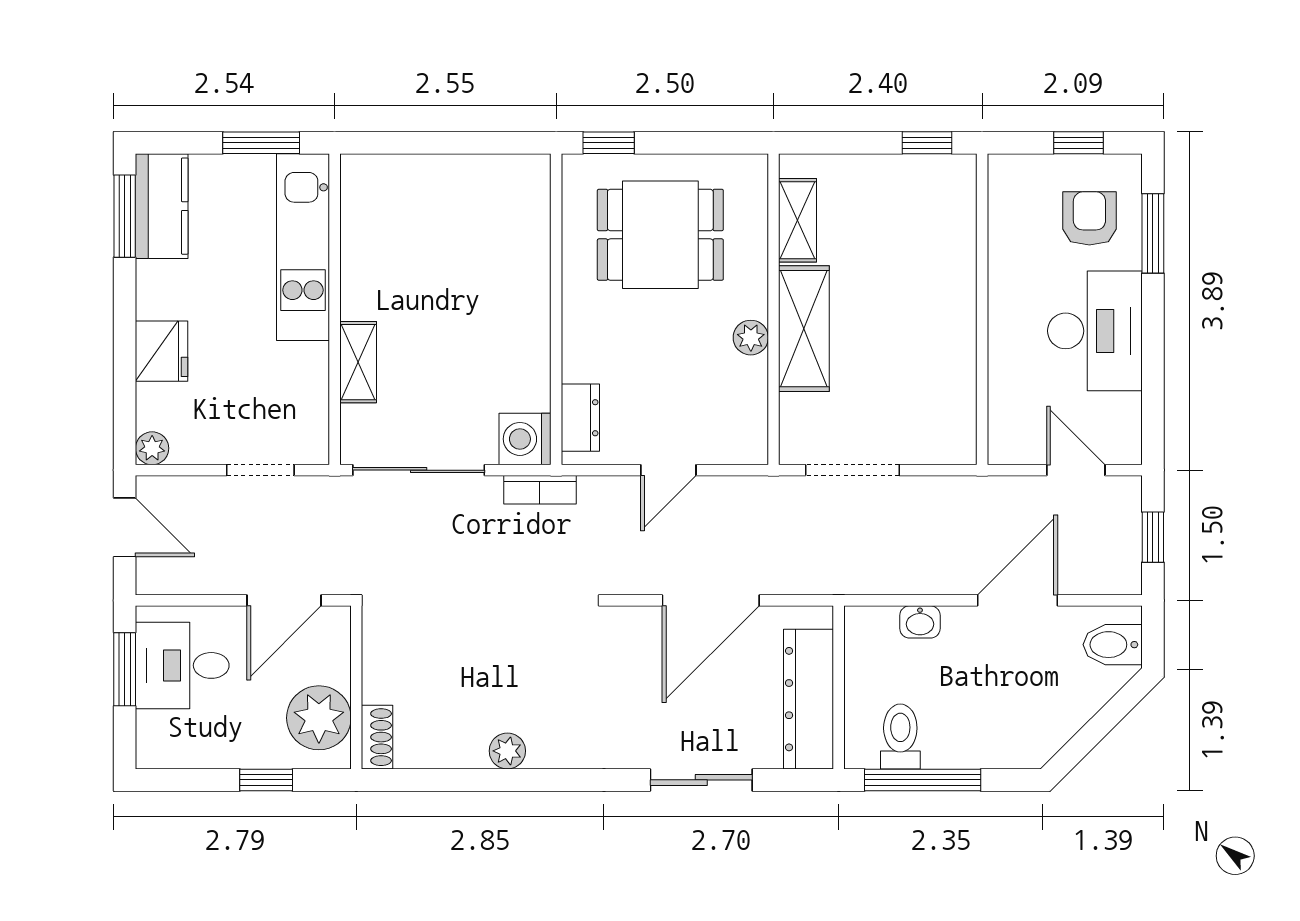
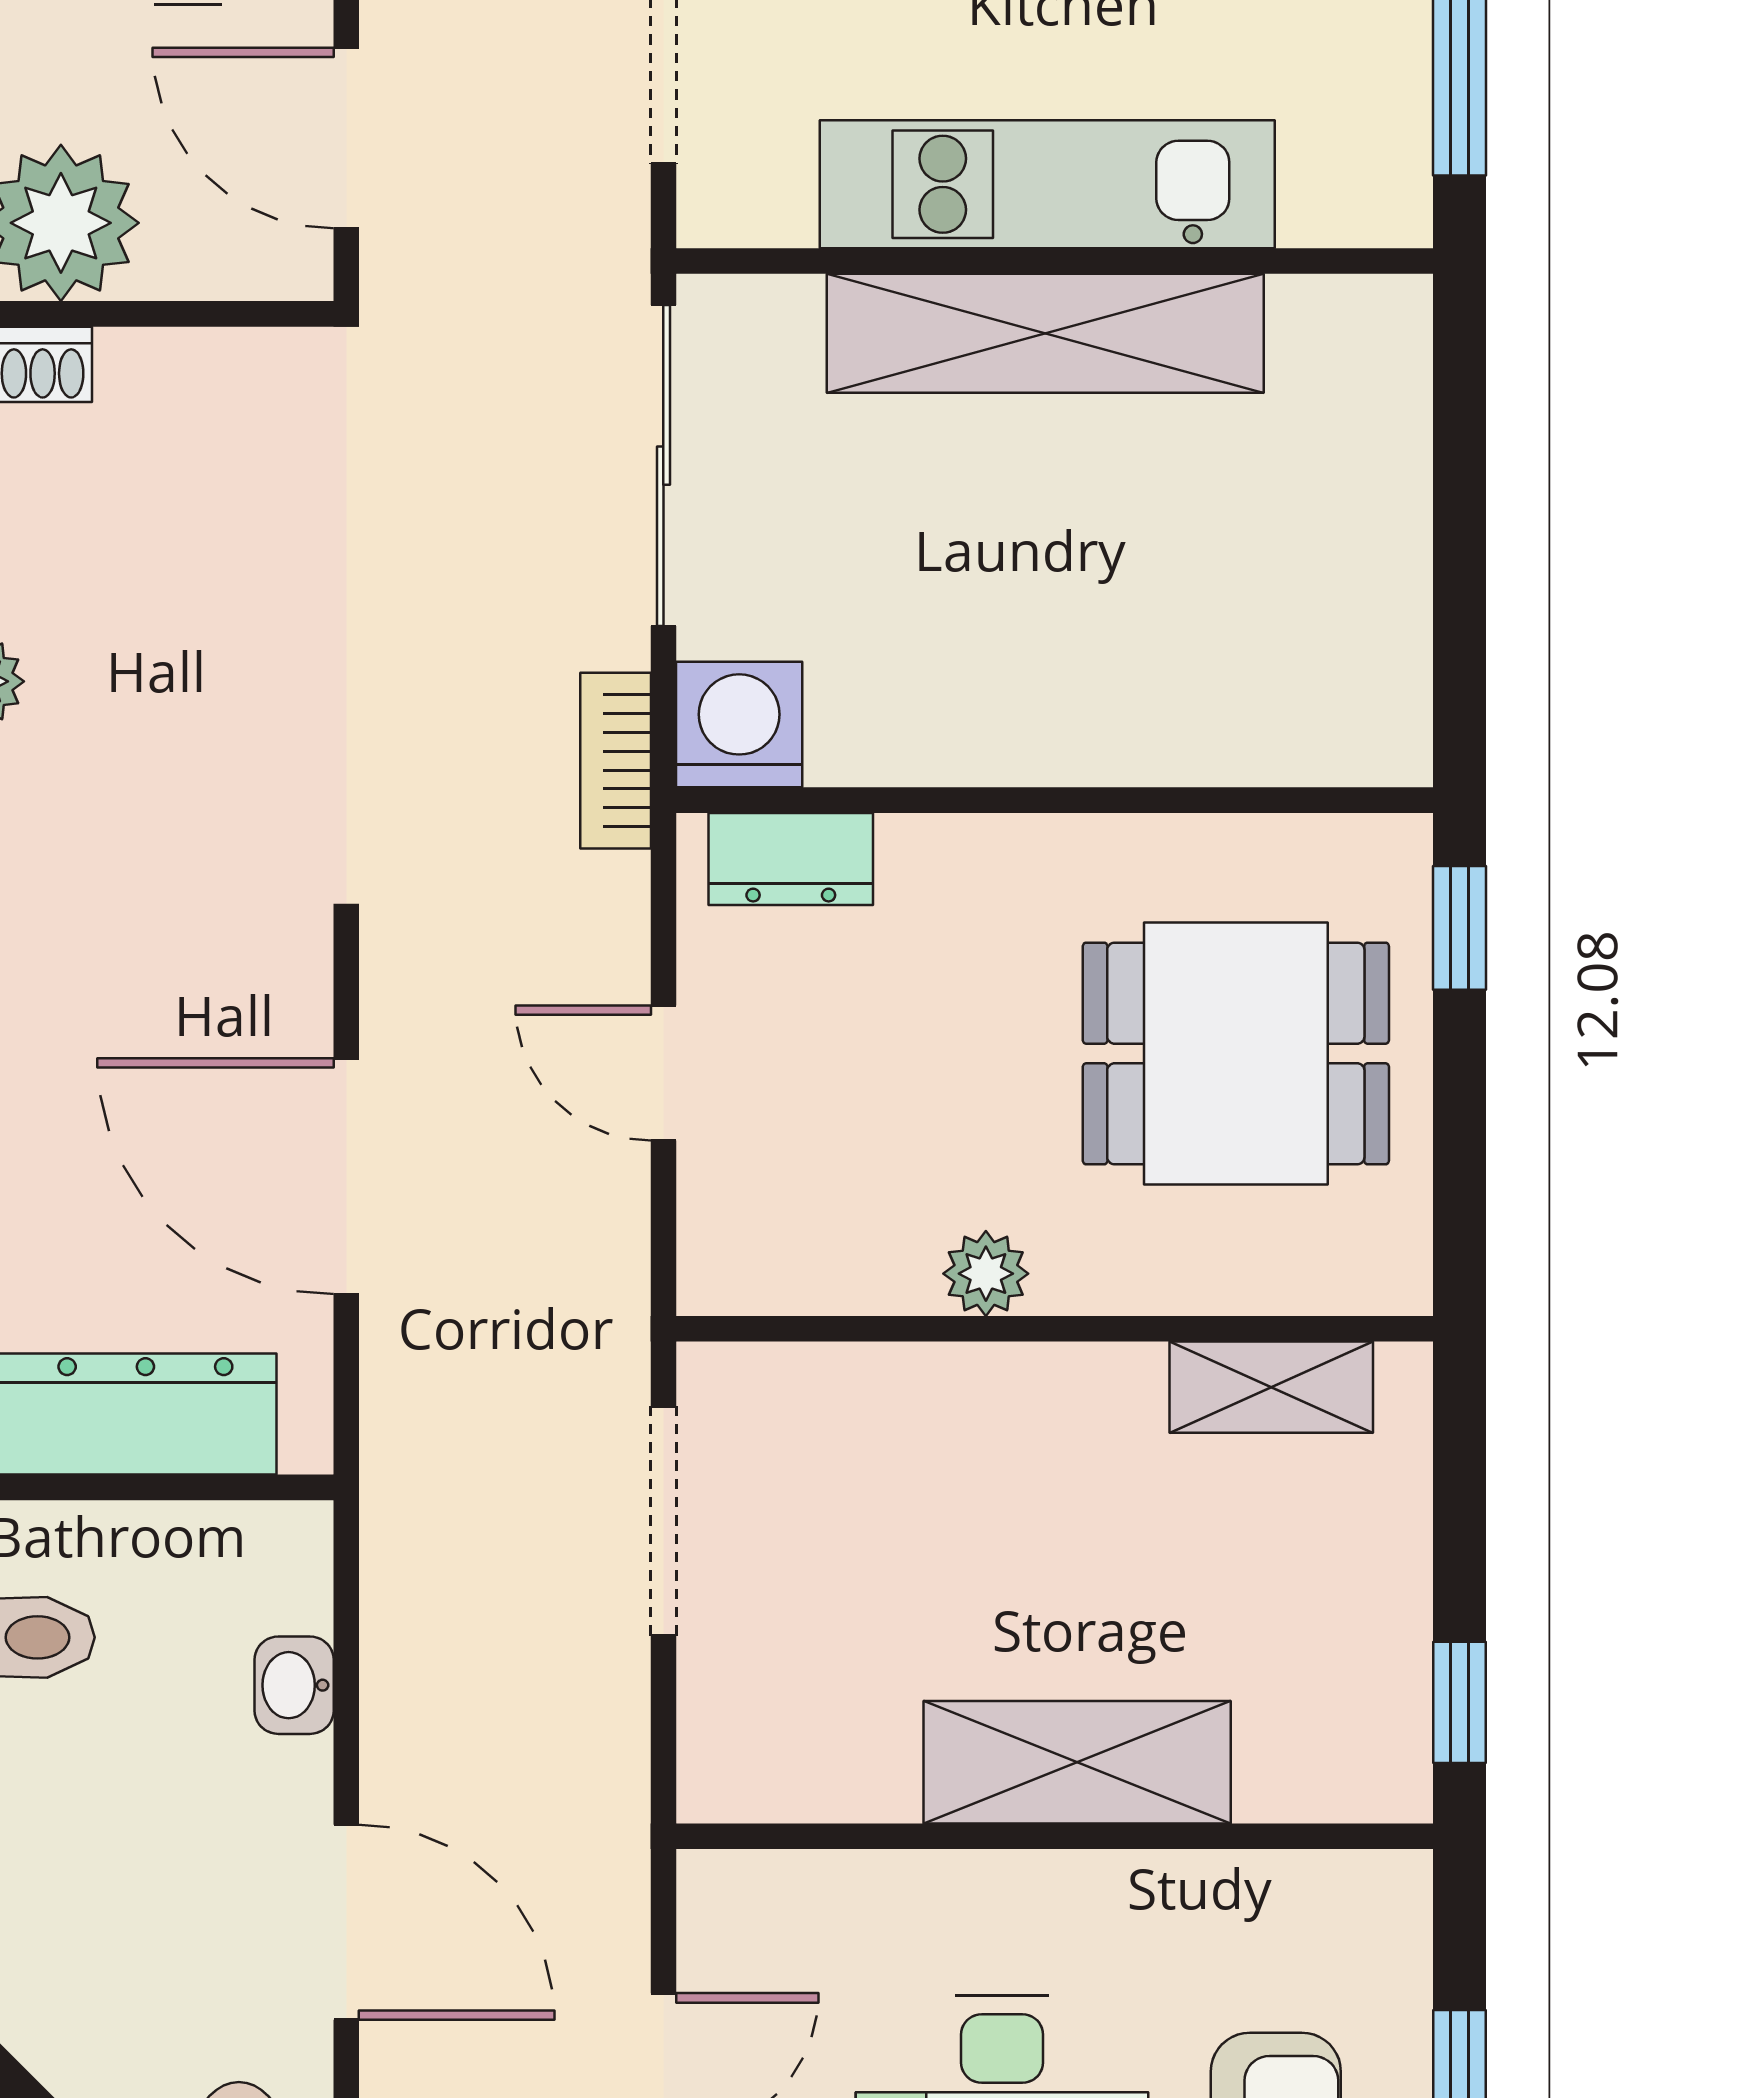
dining table: (660, 235) -> (1236, 1053), turned 90
kitchen unit: (303, 247) -> (1047, 184), moved
shelving: (804, 329) -> (1077, 1762), moved
shelving: (358, 362) -> (1045, 333), width x2.20, depth x1.33

